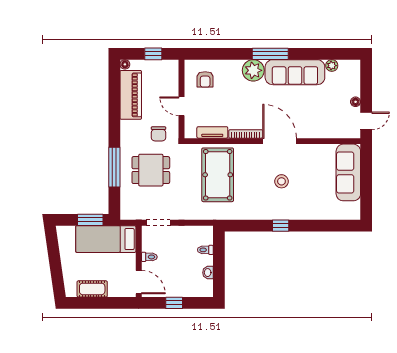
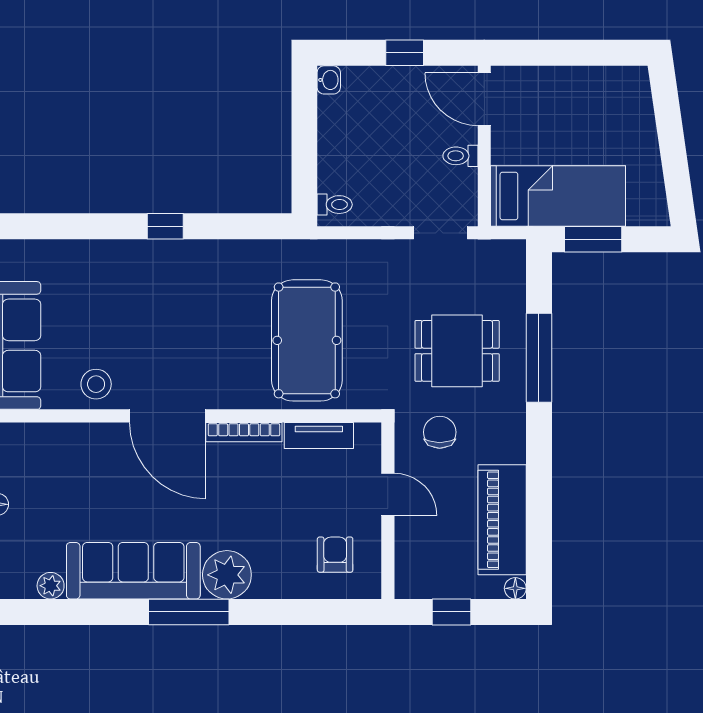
stool: (281, 181) -> (96, 384), moved
toilet: (205, 250) -> (335, 205), moved
washbasin: (208, 273) -> (329, 80), moved
cot: (92, 289) -> (589, 84), removed

